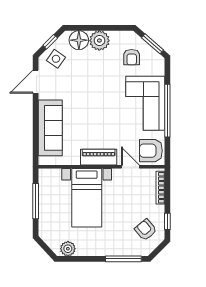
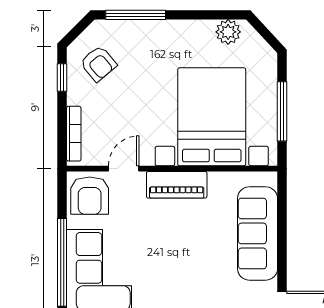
armchair: (151, 151) -> (90, 196), turned 90
door: (130, 167) -> (124, 169), swing flipped
bed with nightstands: (87, 198) -> (212, 117), width x1.36

